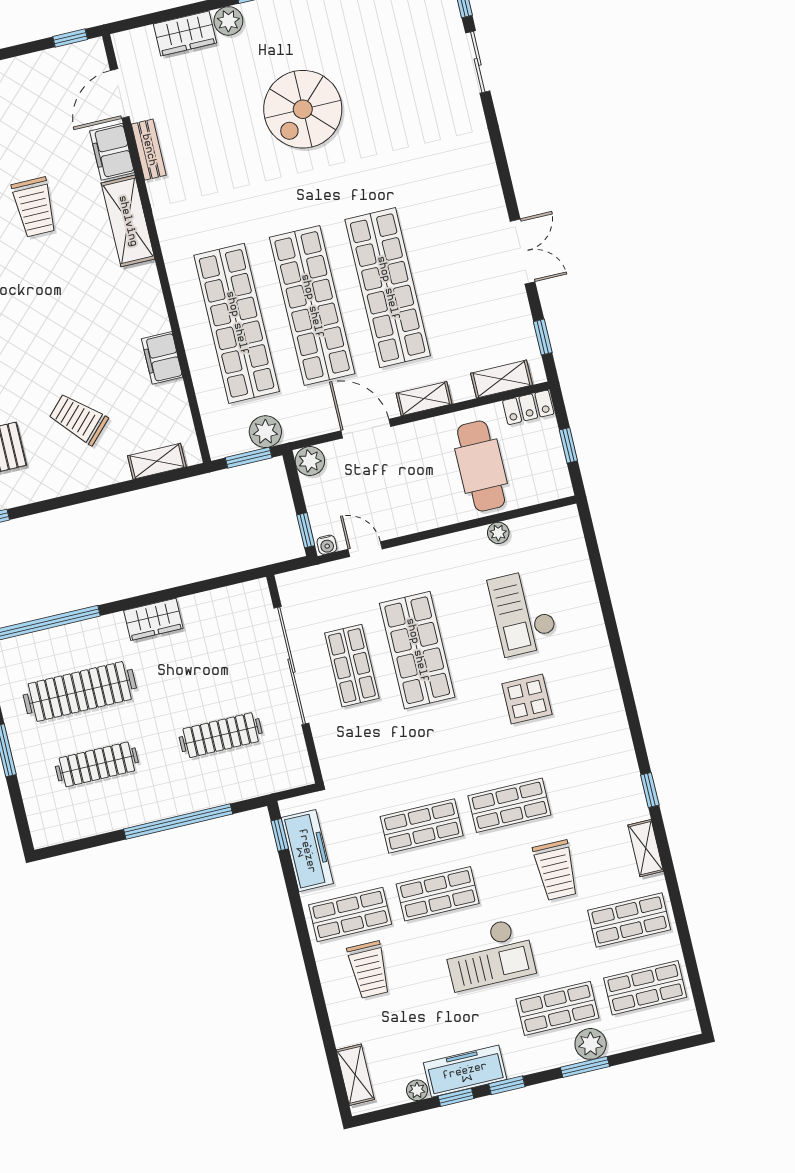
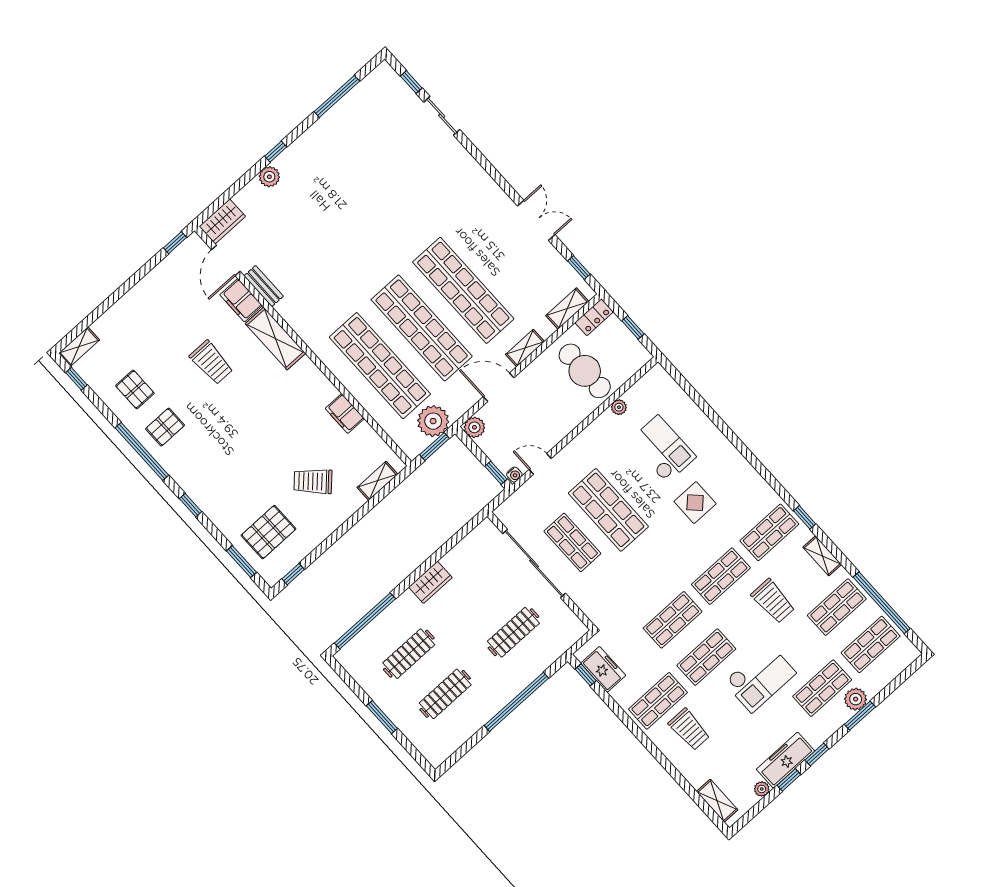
wardrobe: (185, 33) -> (222, 221), moved
spiral stairs: (303, 109) -> (347, 207), removed
plant: (265, 432) -> (433, 421), width x1.36, depth x1.36
checkout: (523, 613) -> (662, 449), turned 180
clothes rail: (80, 691) -> (409, 654), width x0.73, depth x0.76
shop shelf: (597, 785) -> (769, 532), added
freezer: (307, 851) -> (603, 669), width x0.71
window: (686, 945) -> (882, 603), added

